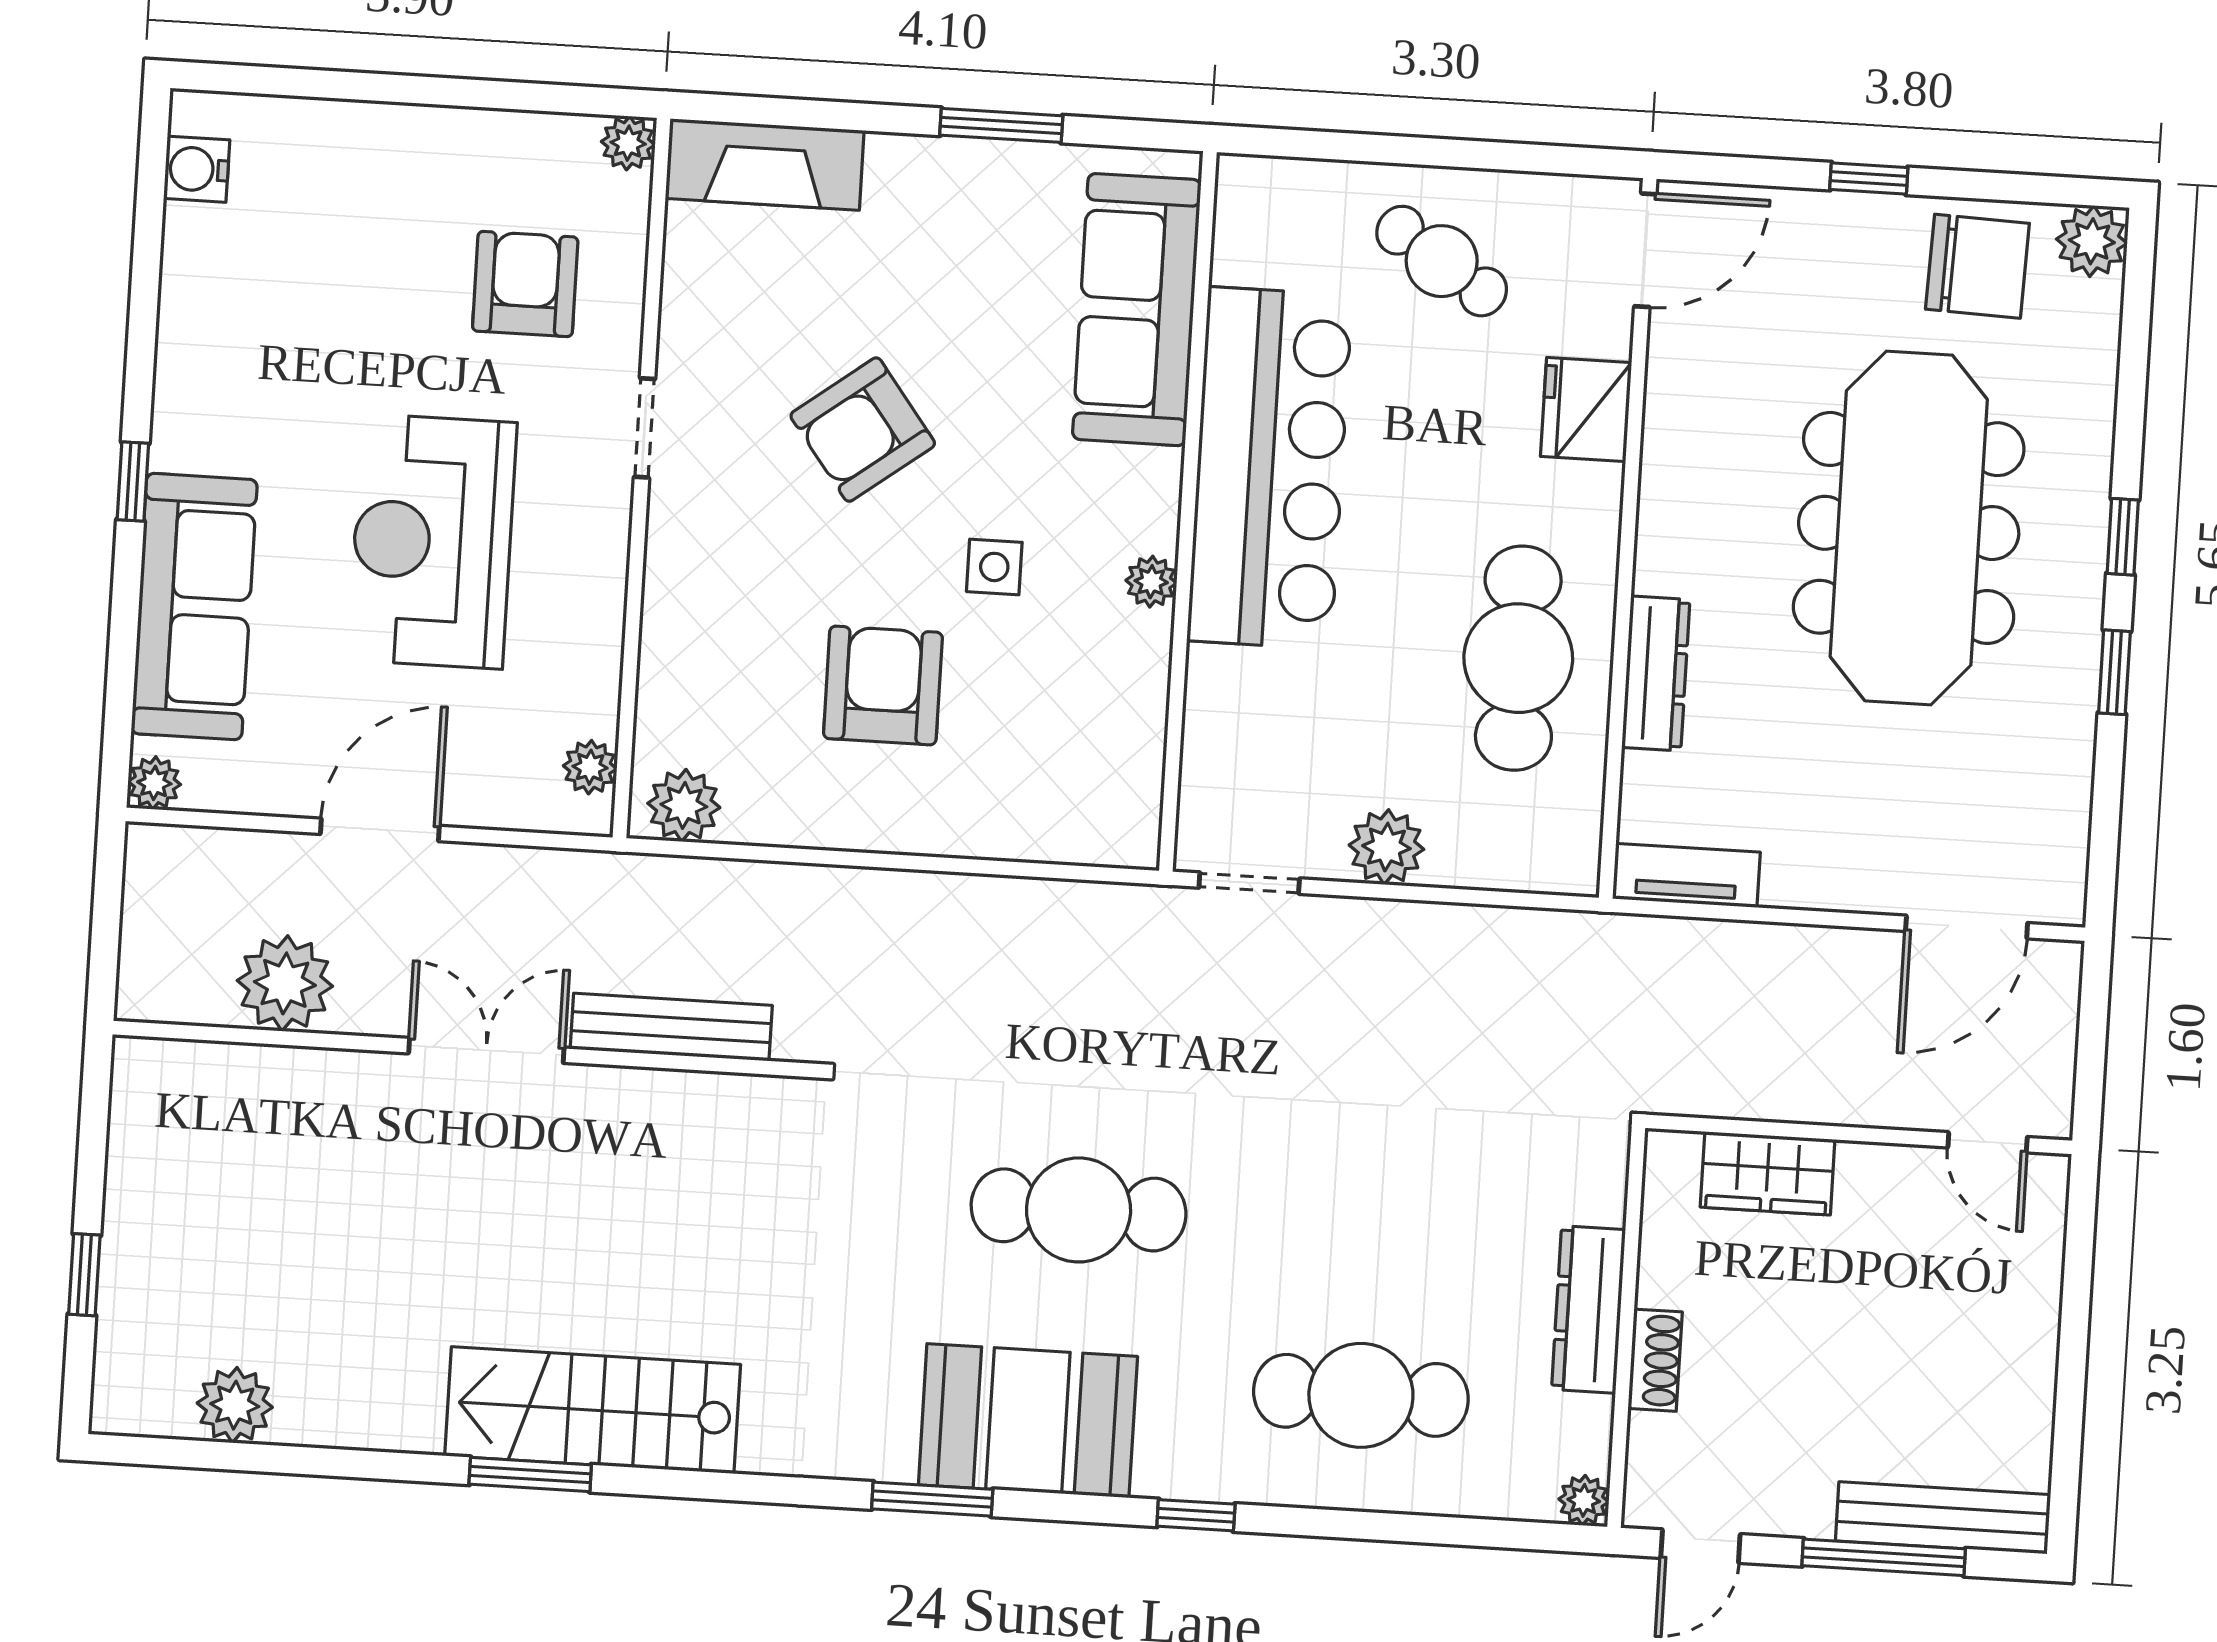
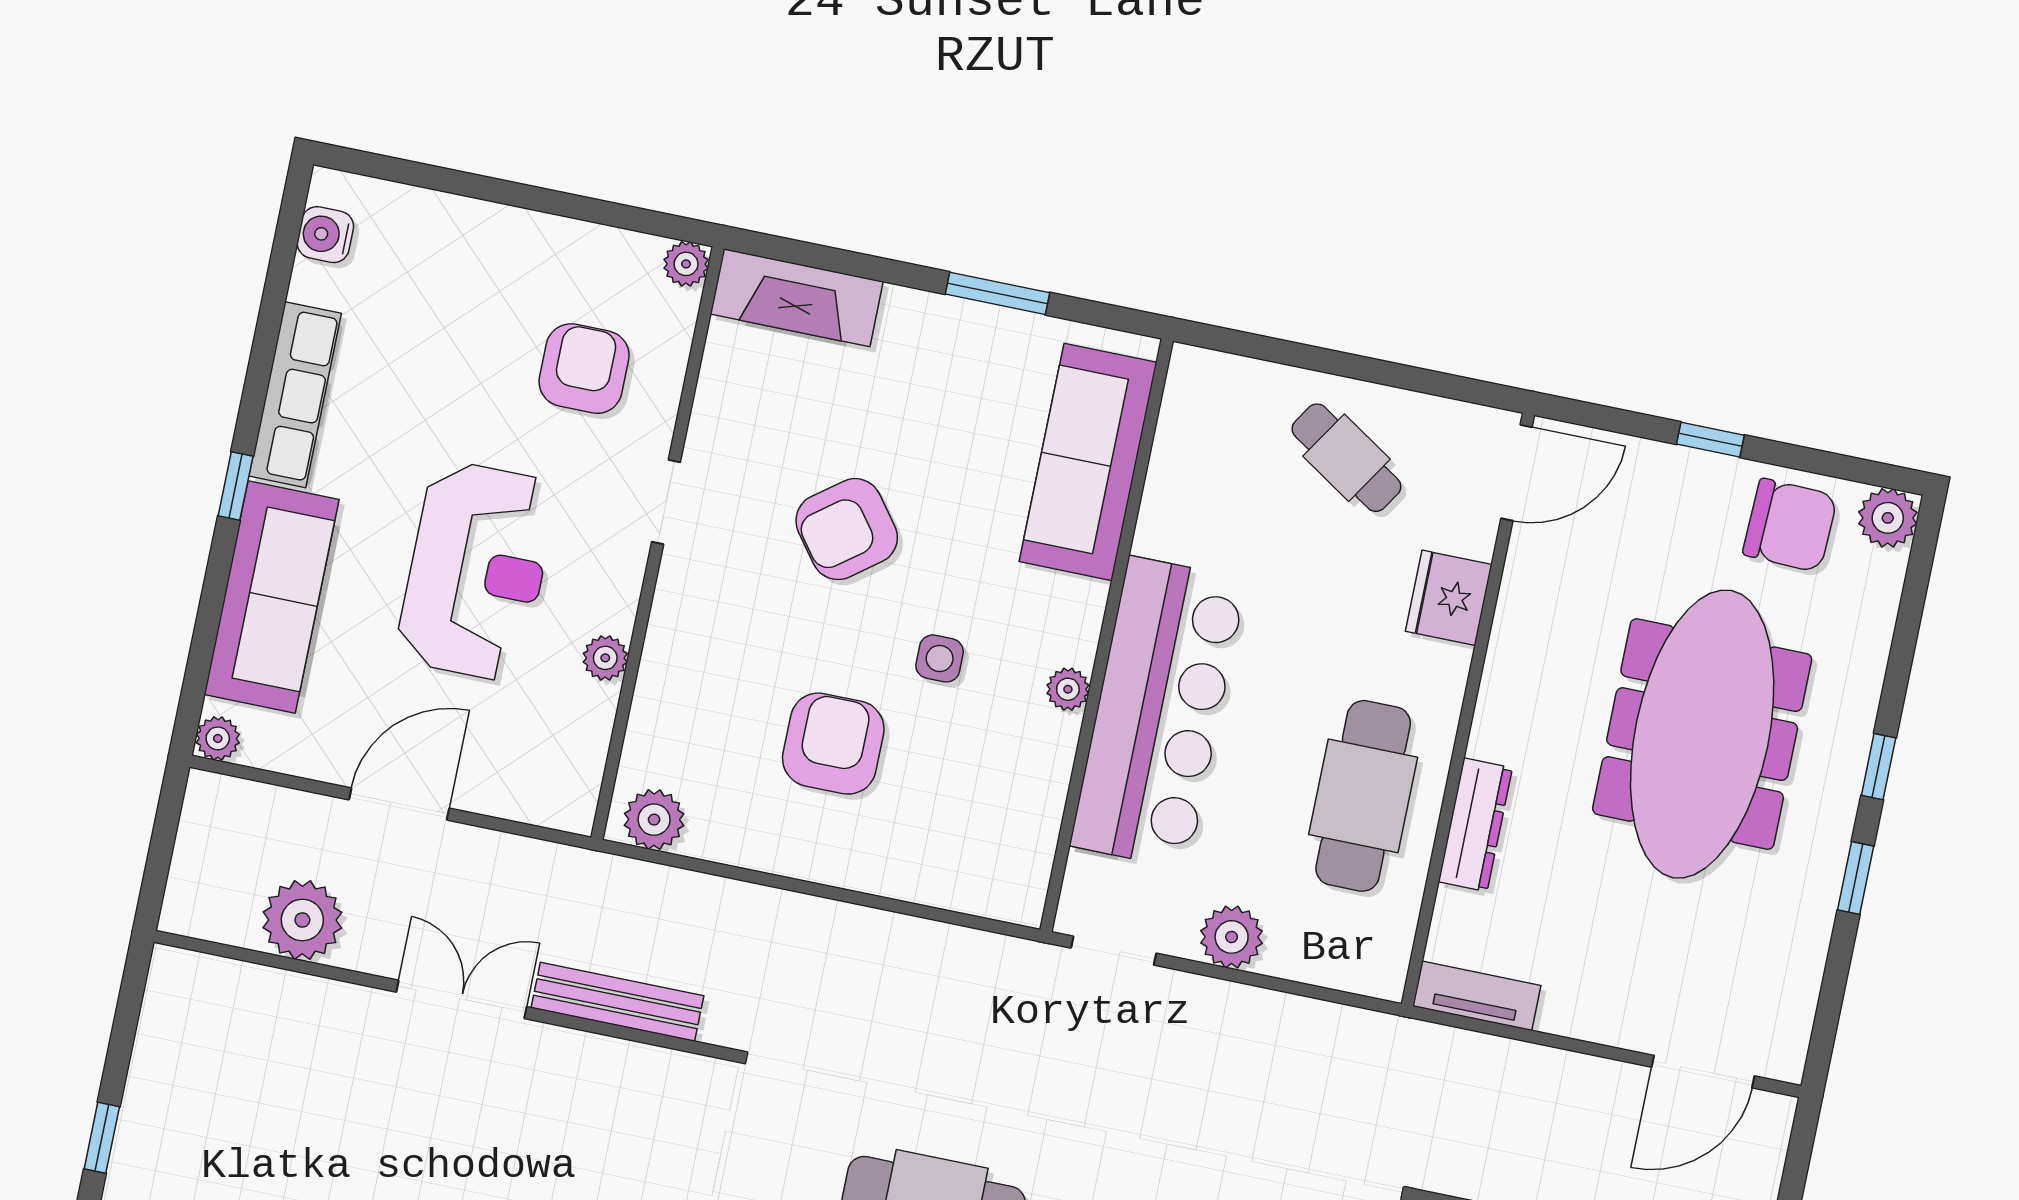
row of seats: (188, 363) -> (295, 395), added
bar counter: (1270, 468) -> (1158, 713), moved
reception desk: (432, 541) -> (477, 571), turned 180
plant: (590, 767) -> (605, 658), moved

